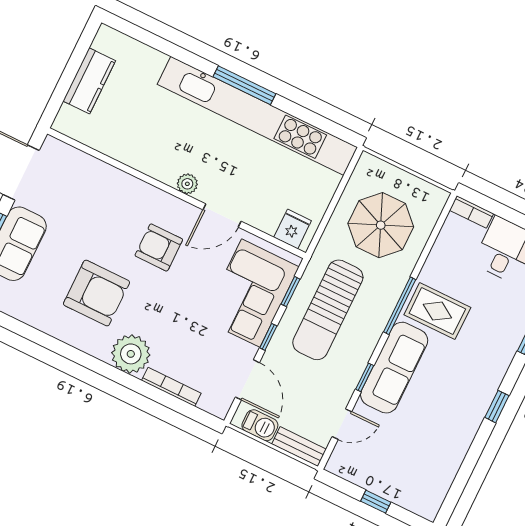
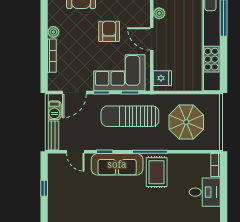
armchair: (159, 247) -> (109, 31), moved
plant: (131, 354) -> (53, 32), width x0.53, depth x0.53

